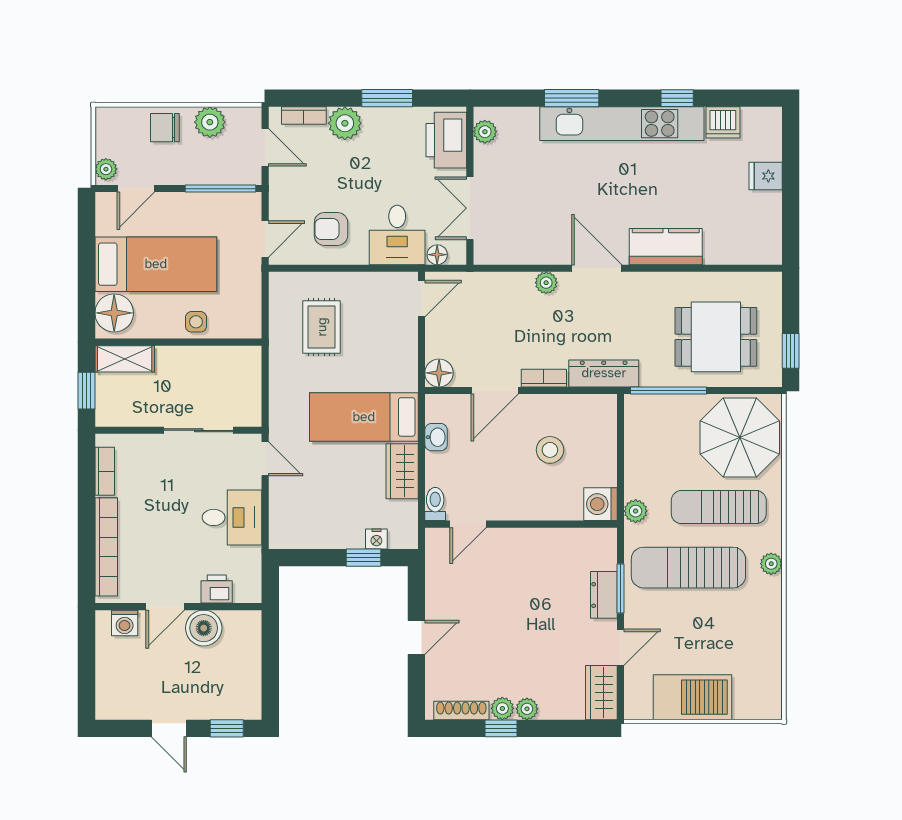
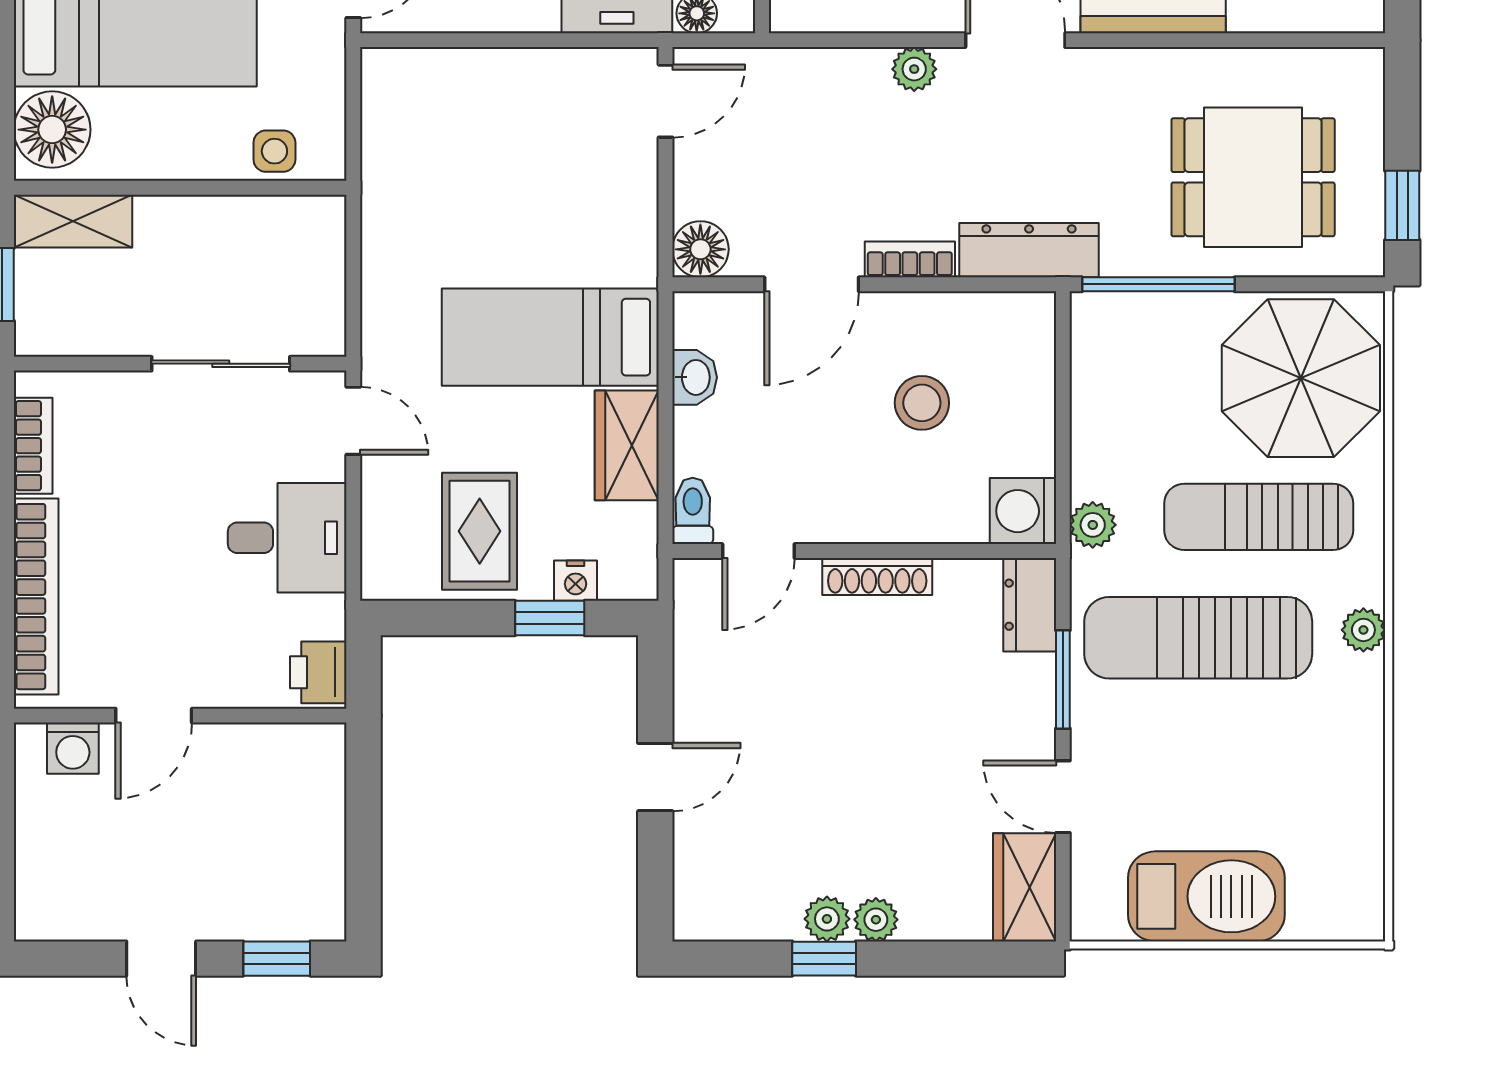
side table: (196, 322) -> (274, 151), moved
rug: (322, 327) -> (480, 531), moved
printer: (217, 589) -> (318, 672), moved, turned -90
dresser: (604, 595) -> (1030, 605), moved
boiler: (204, 628) -> (231, 758), removed
door: (621, 647) -> (1063, 797), swing flipped
shoe rack: (461, 710) -> (877, 576), moved, turned 180

